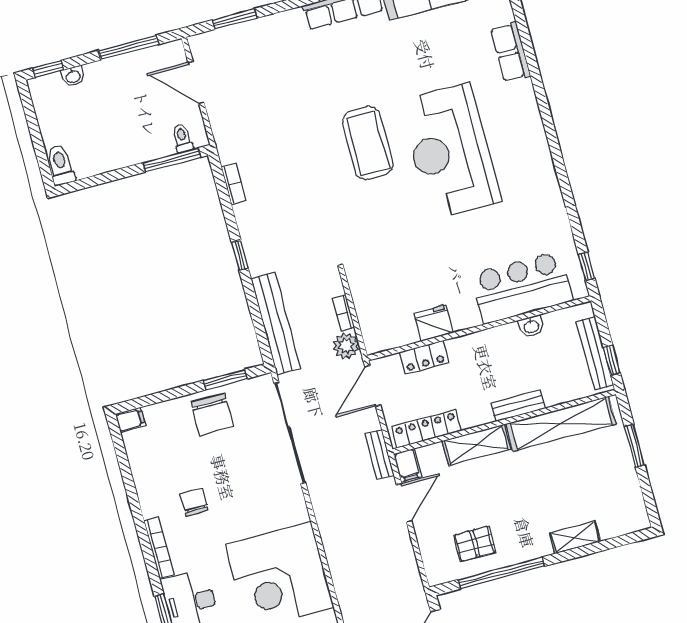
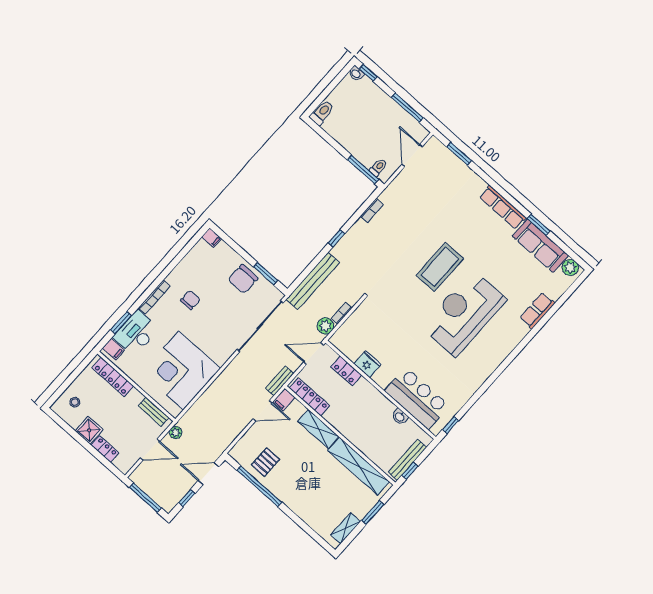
washbasin: (73, 76) -> (356, 74), moved
bench: (518, 406) -> (353, 437), removed
shelving: (575, 537) -> (346, 528), moved, turned 90
pallet: (475, 544) -> (266, 462), turned 90

